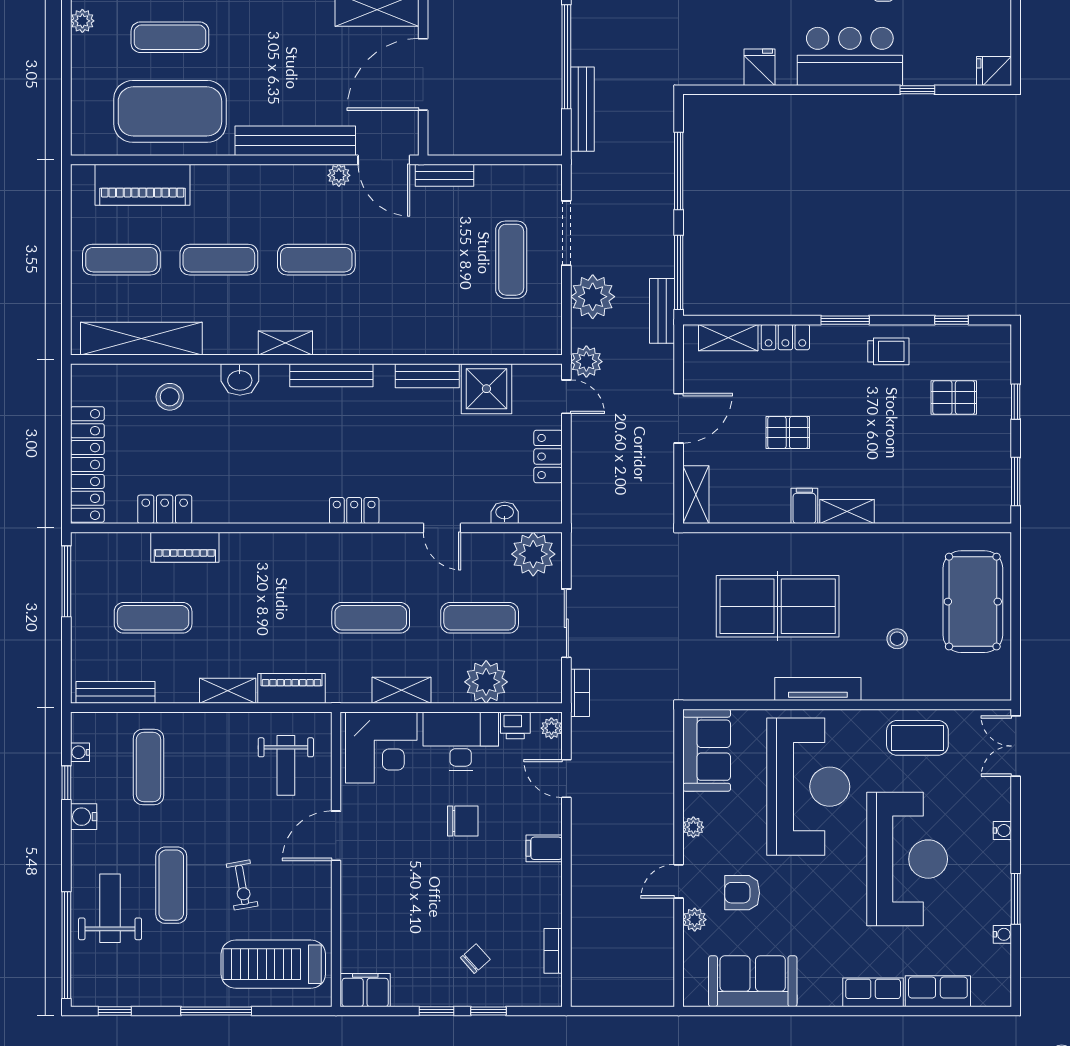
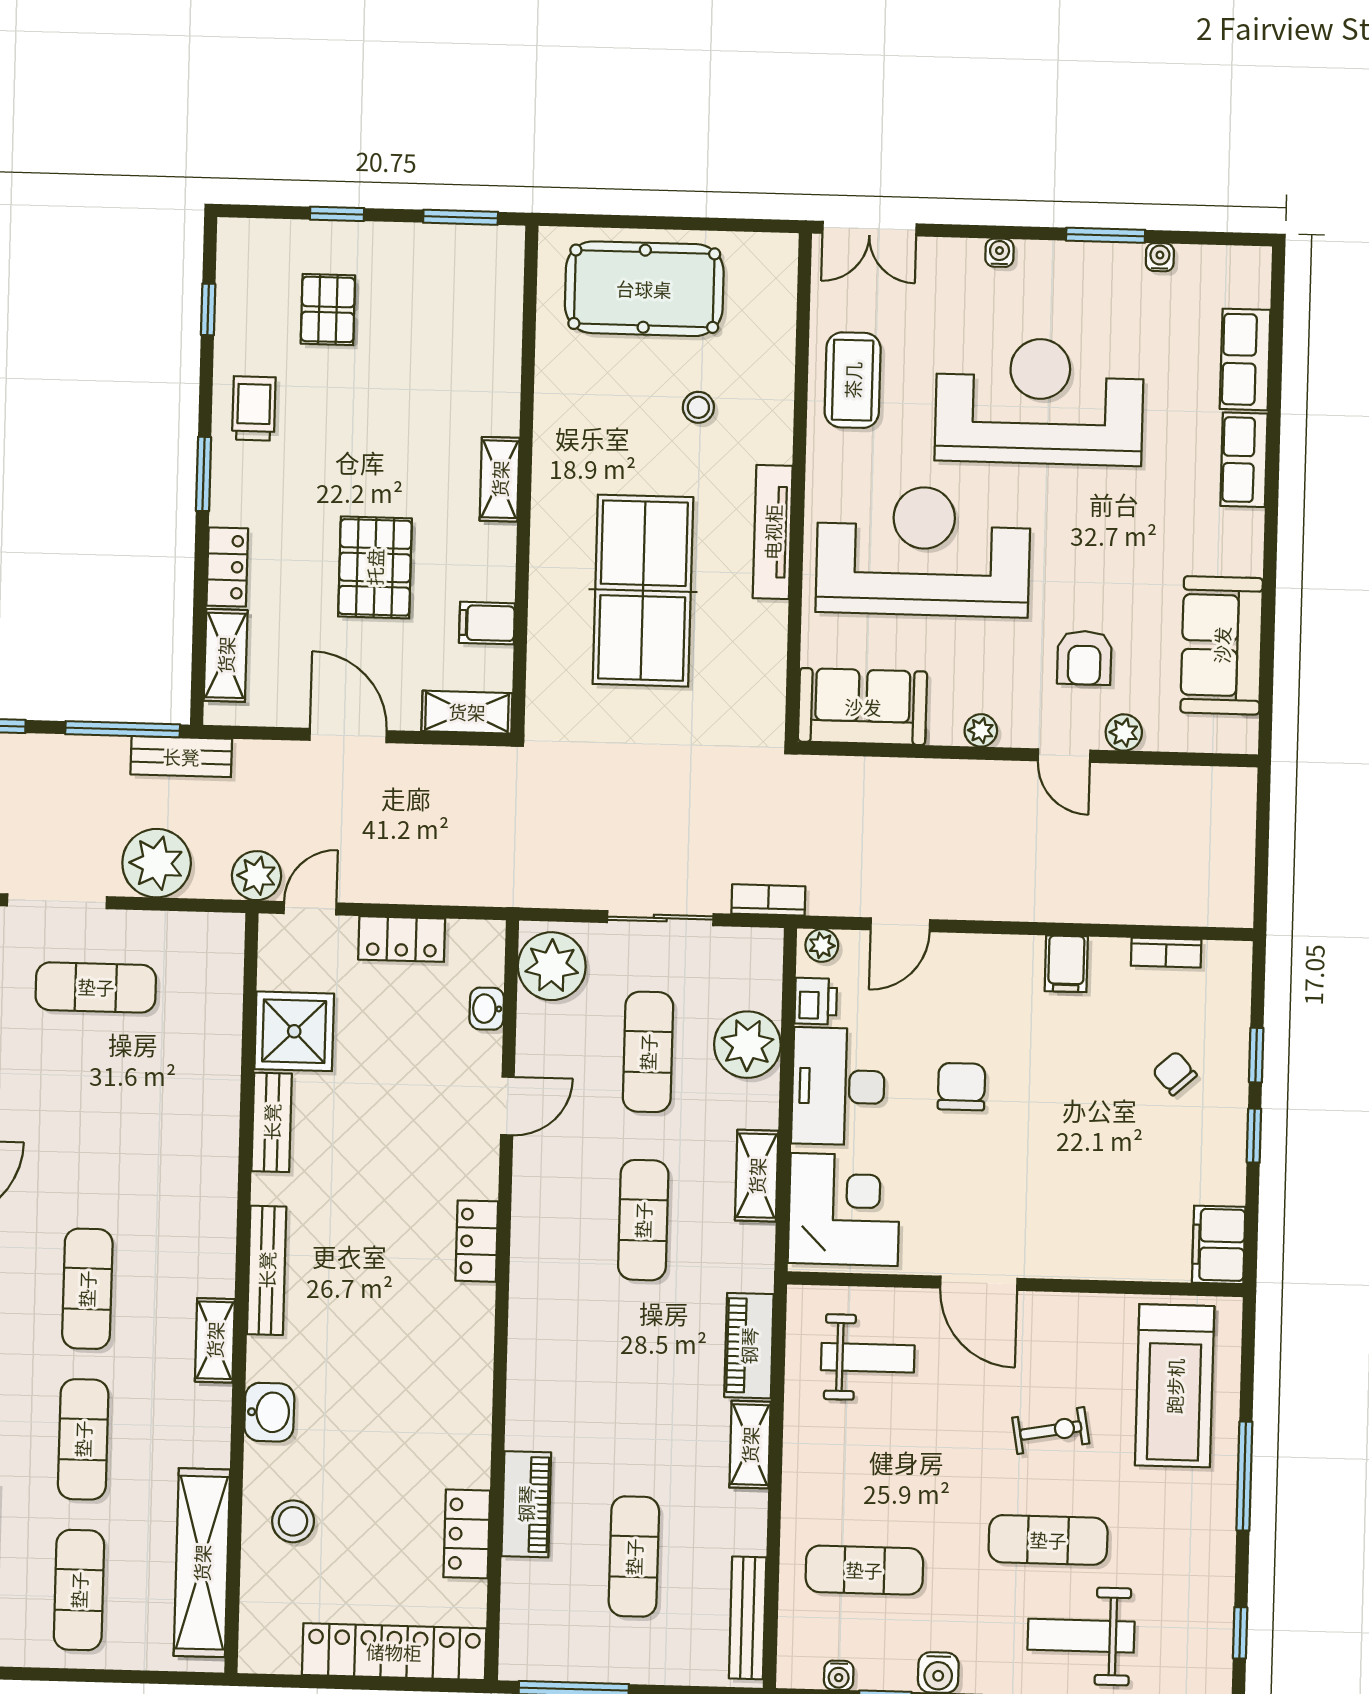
pallet: (788, 433) -> (375, 567), width x1.50, depth x1.42
filing cabinet: (804, 506) -> (487, 623), moved
filing cabinet: (544, 848) -> (1066, 964), moved

